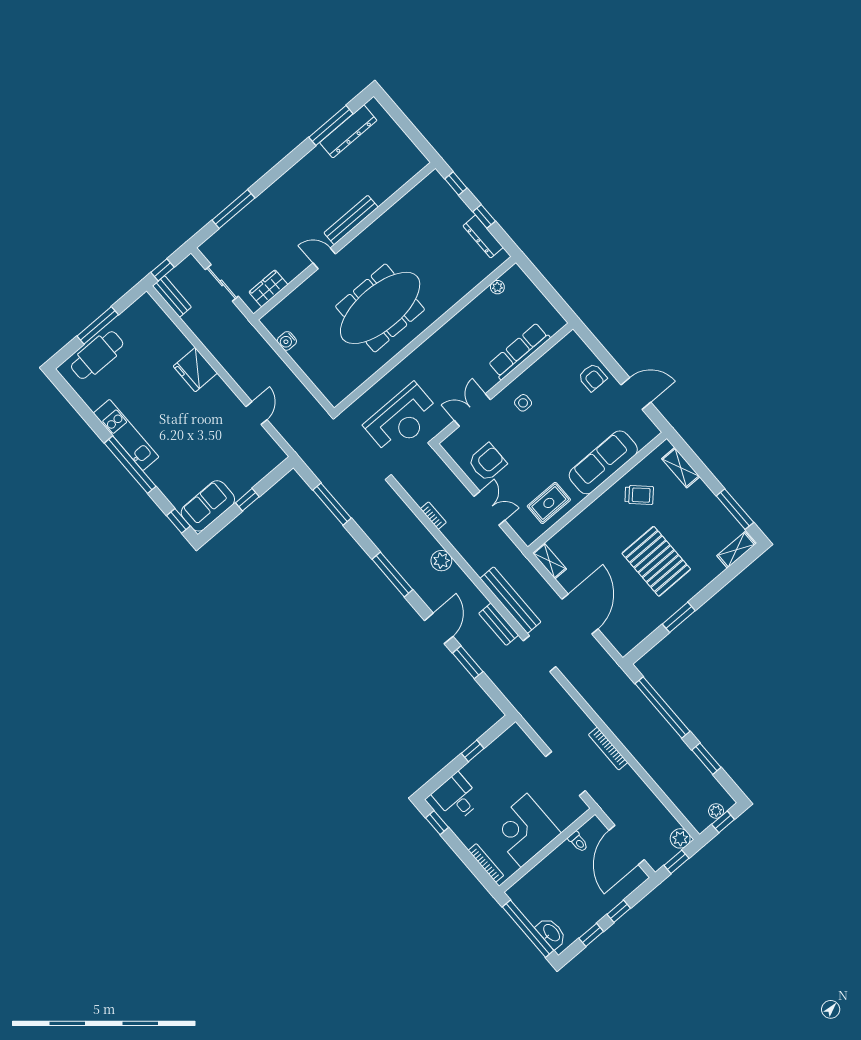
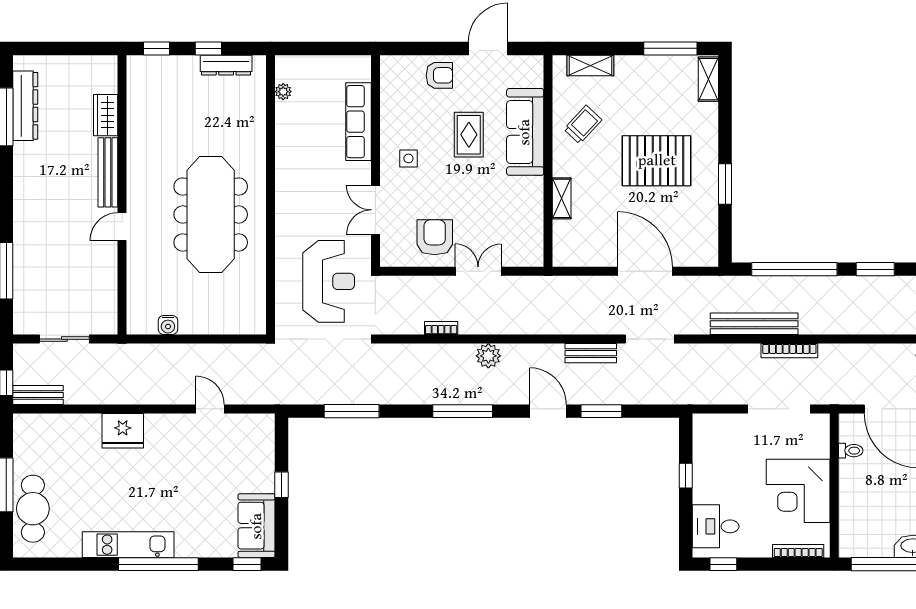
wardrobe: (268, 288) -> (106, 115), moved
rug: (549, 503) -> (469, 135), moved
shelving: (550, 561) -> (562, 198), moved, turned 90
bench: (510, 600) -> (754, 324), moved

